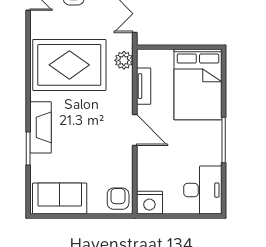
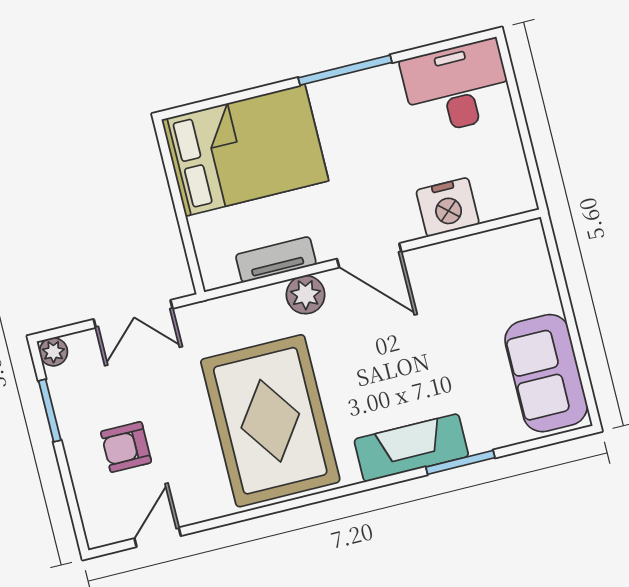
plant: (124, 60) -> (306, 295), moved
door: (135, 130) -> (369, 255), swing flipped
armchair: (118, 199) -> (517, 255), removed
nightstand: (149, 203) -> (448, 207), moved, turned 90

